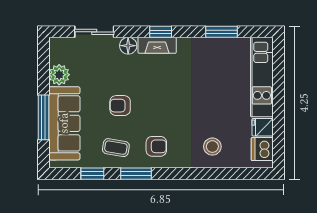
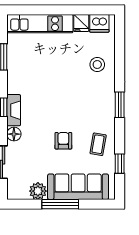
armchair: (120, 106) -> (63, 141), turned 180
window: (43, 117) -> (60, 204), moved
armchair: (156, 146) -> (97, 111), removed
window: (136, 174) -> (120, 105), moved

